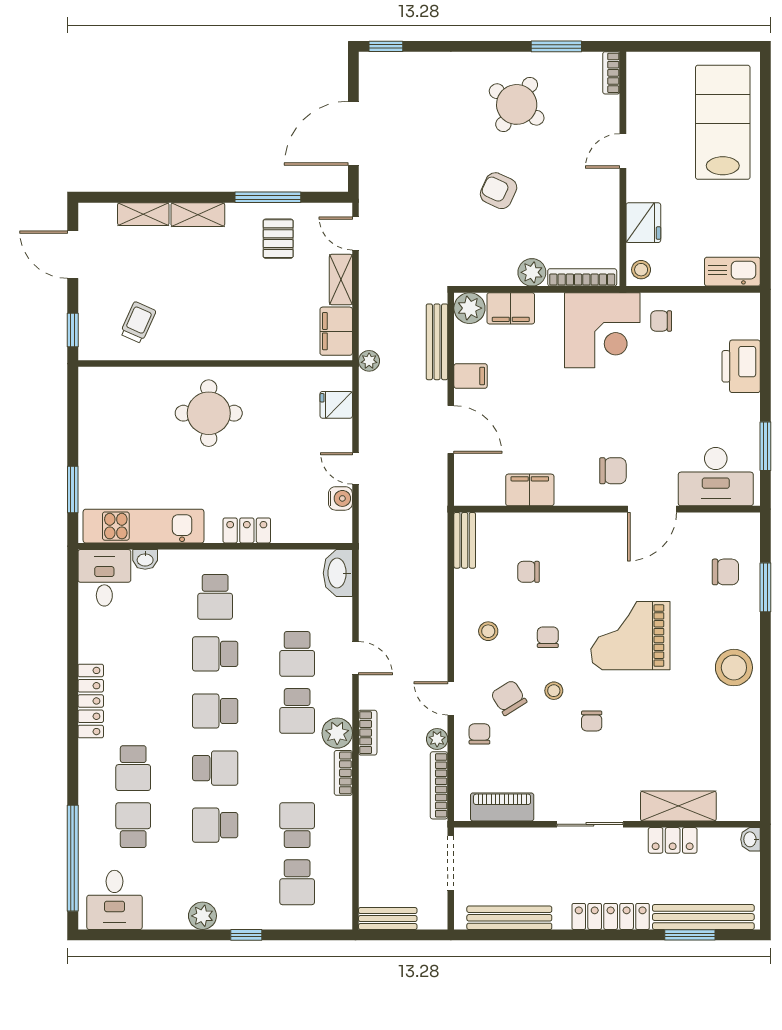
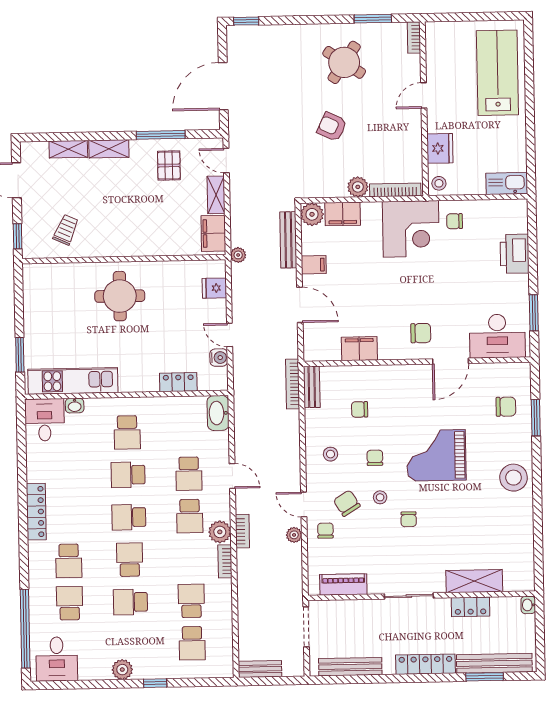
locker: (247, 530) -> (178, 382), moved
school desk: (215, 768) -> (130, 560), turned -90
bookcase: (439, 785) -> (293, 384), moved

